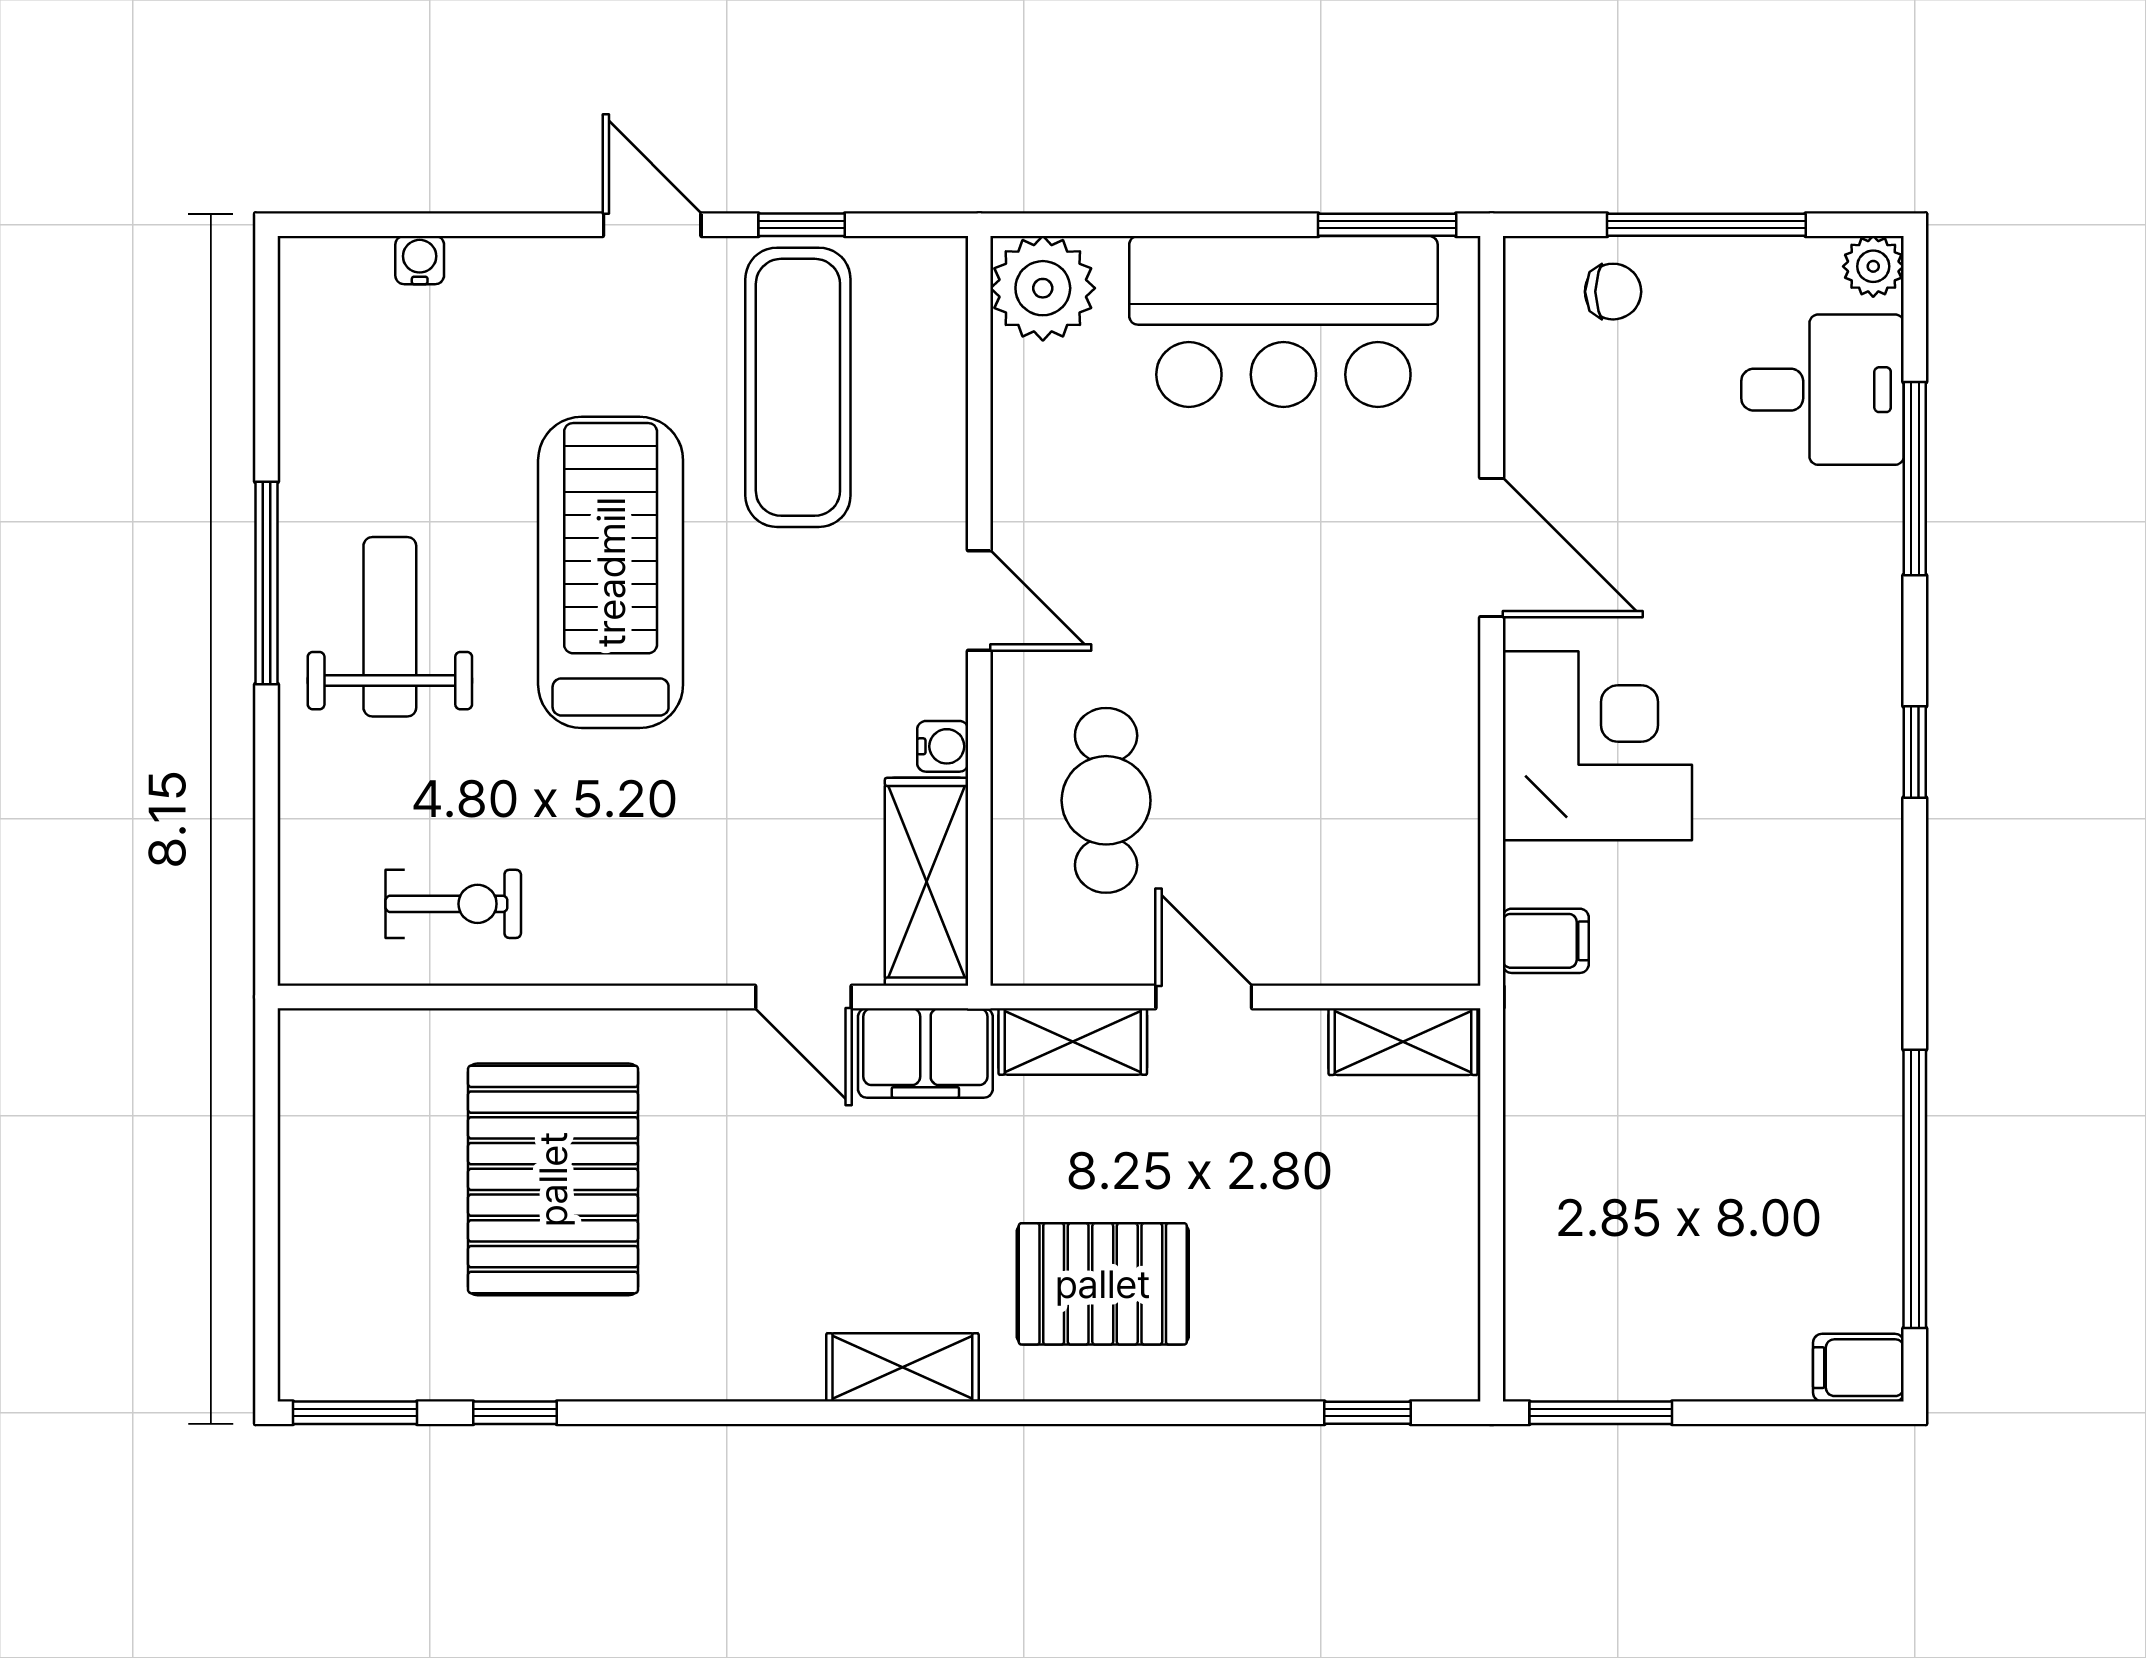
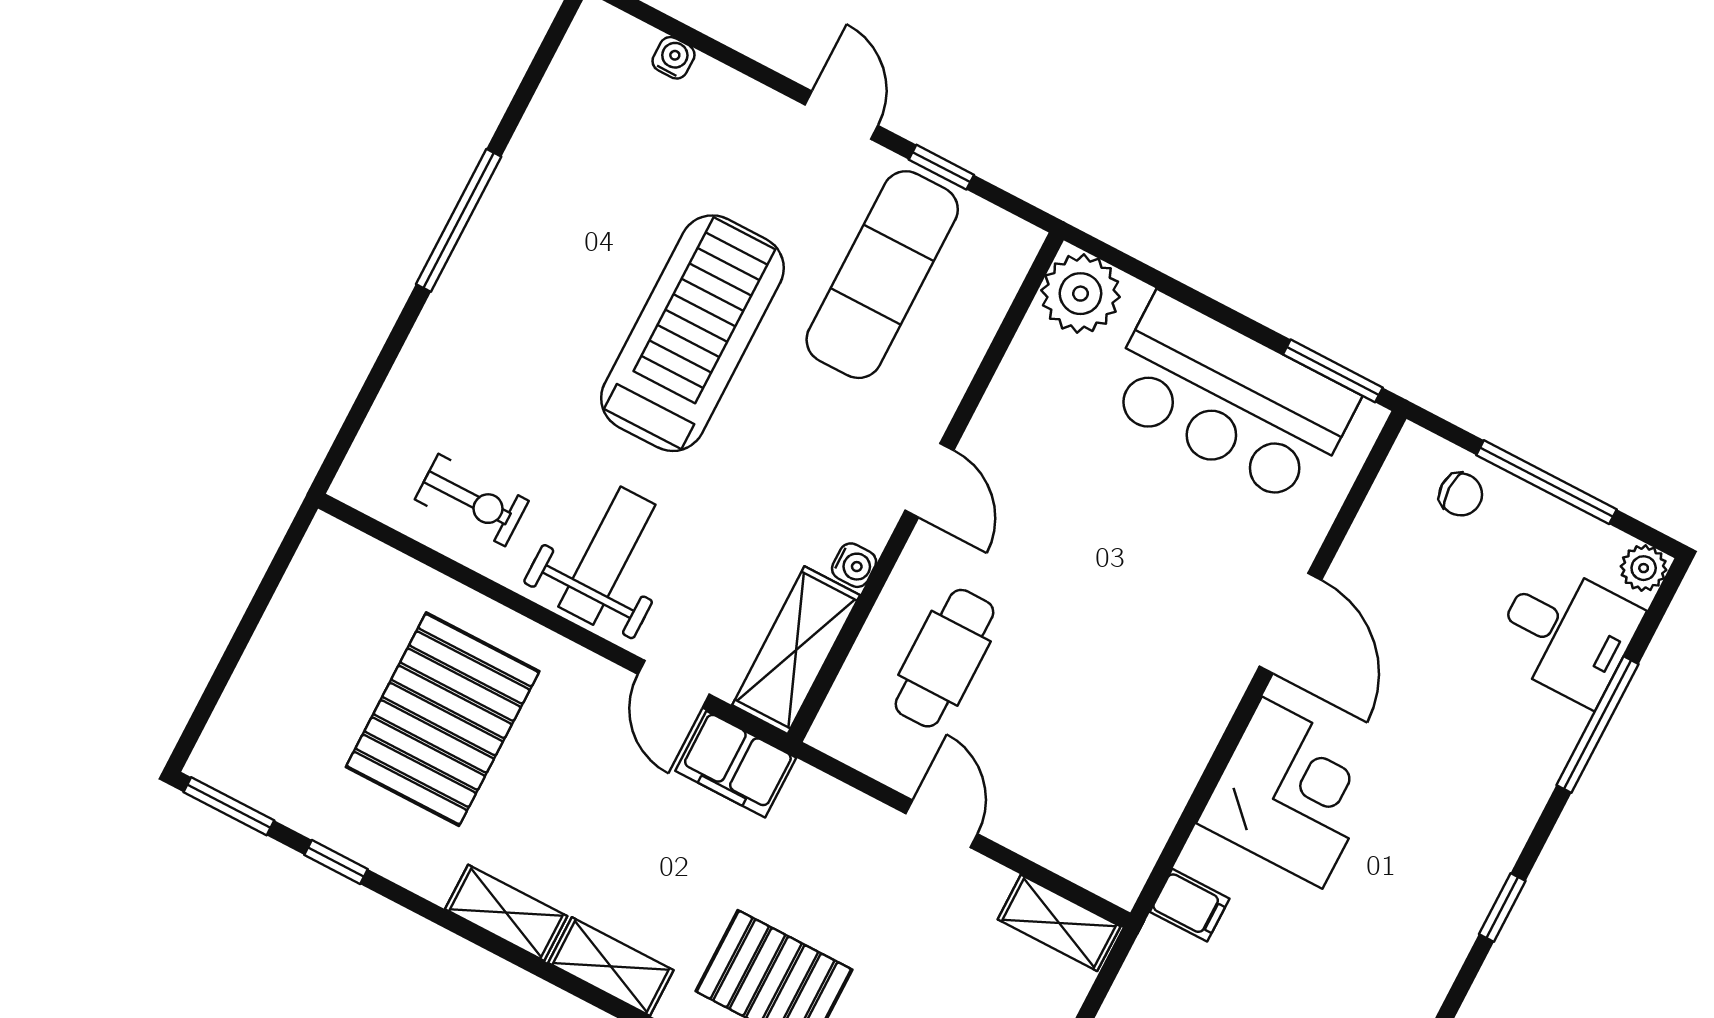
weight bench: (390, 627) -> (607, 556), moved
shelving: (1073, 1041) -> (506, 913), moved

